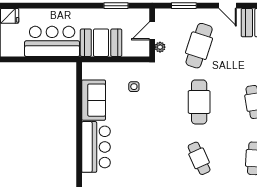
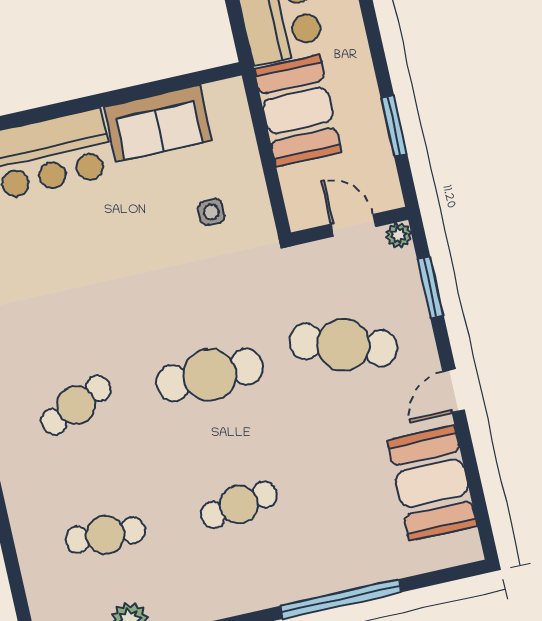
plant: (160, 47) -> (399, 235), moved

